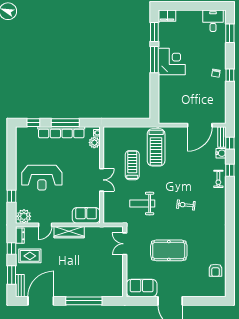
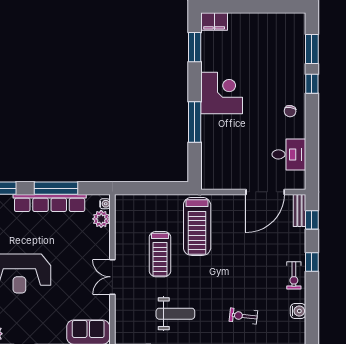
desk: (213, 21) -> (289, 154), moved, turned 90
window: (154, 60) -> (195, 122), moved
window: (230, 75) -> (312, 84), moved
water cooler: (221, 153) -> (298, 311), moved
treadmill: (132, 165) -> (160, 254), turned 180
double door: (102, 180) -> (112, 277), swing flipped
weight bench: (142, 203) -> (175, 314), turned 180

